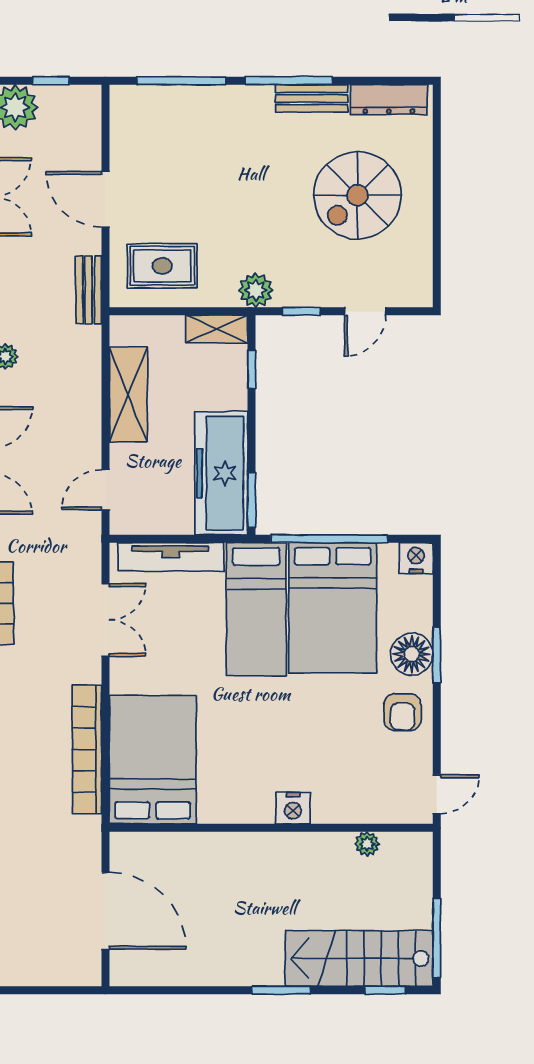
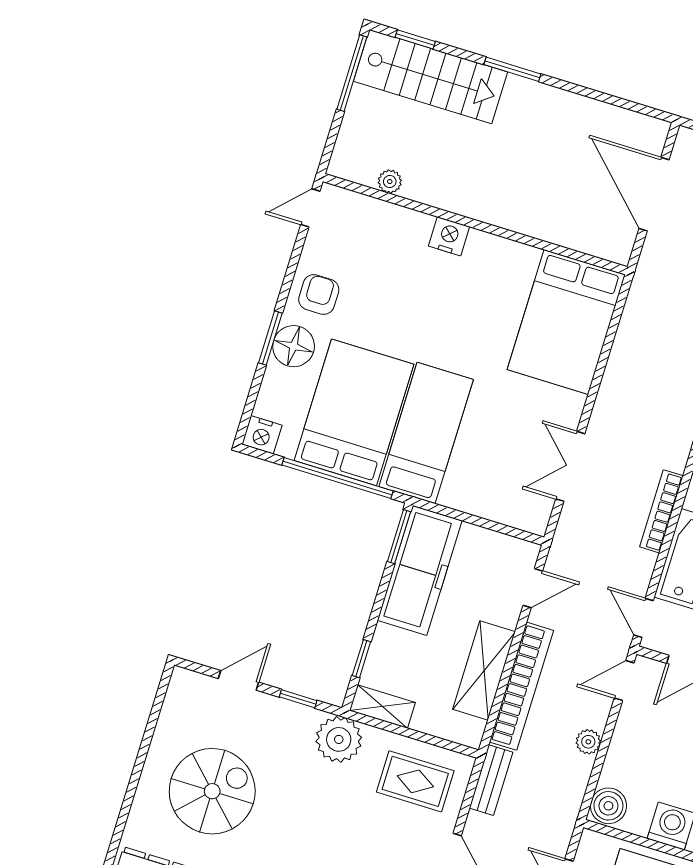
plant: (256, 290) -> (339, 739), width x1.36, depth x1.36
tv unit: (171, 557) -> (491, 507), removed
bookcase: (87, 749) -> (522, 686), moved

